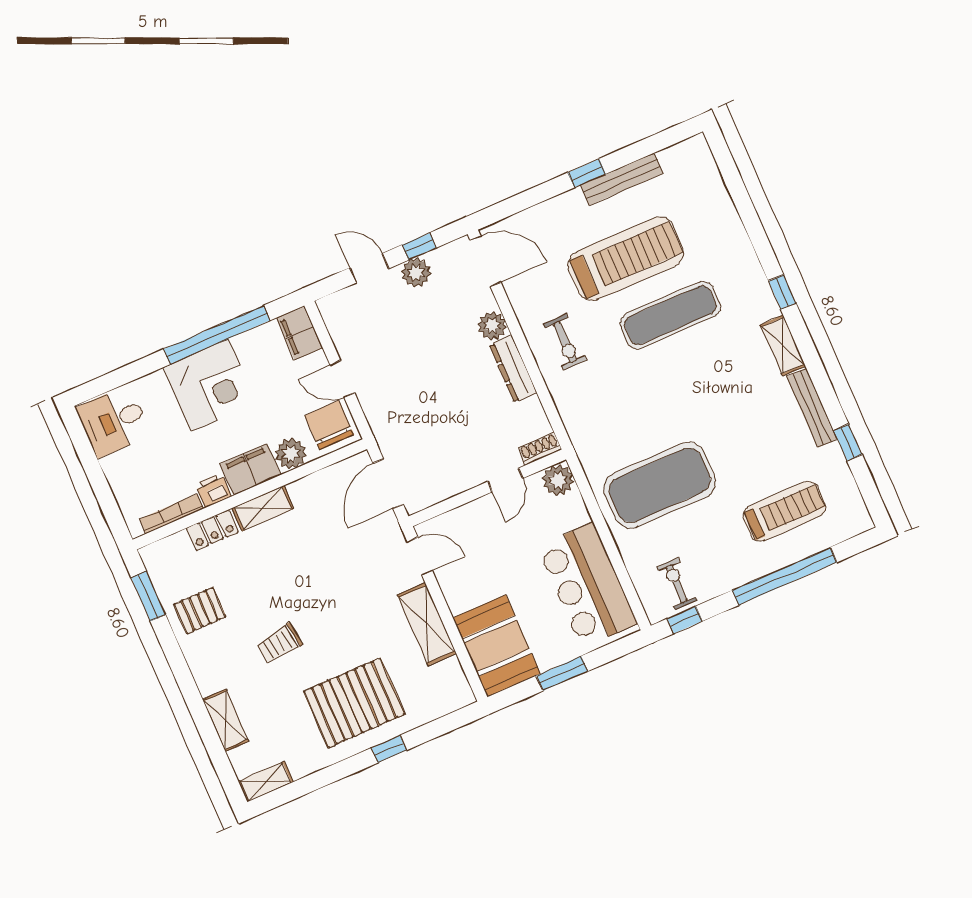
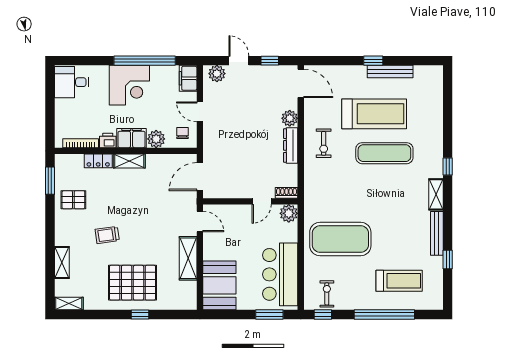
plant: (416, 273) -> (217, 74), moved
chair: (329, 425) -> (183, 133), width x0.54, depth x0.54
window: (562, 673) -> (269, 315), moved

